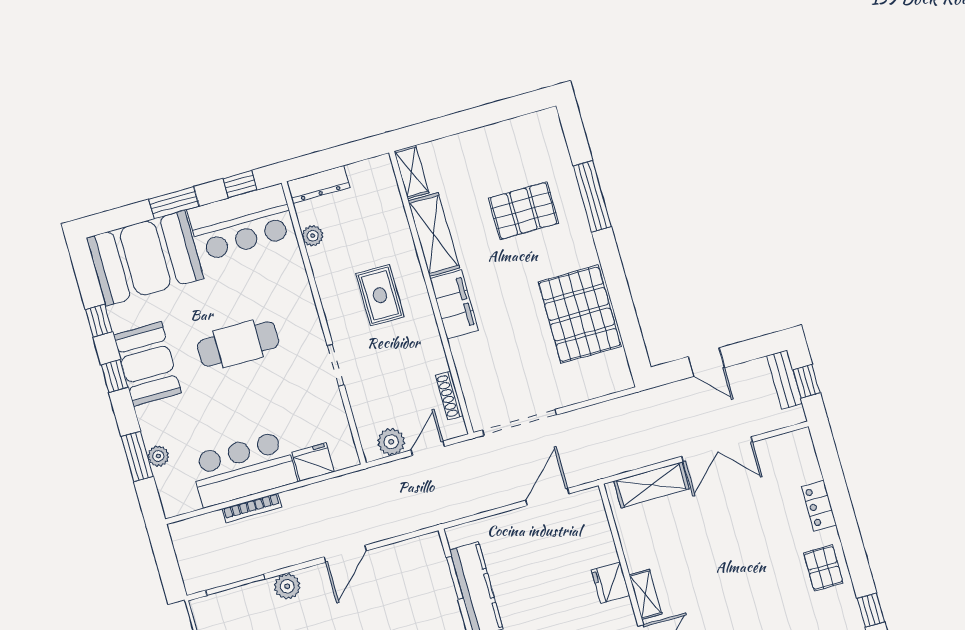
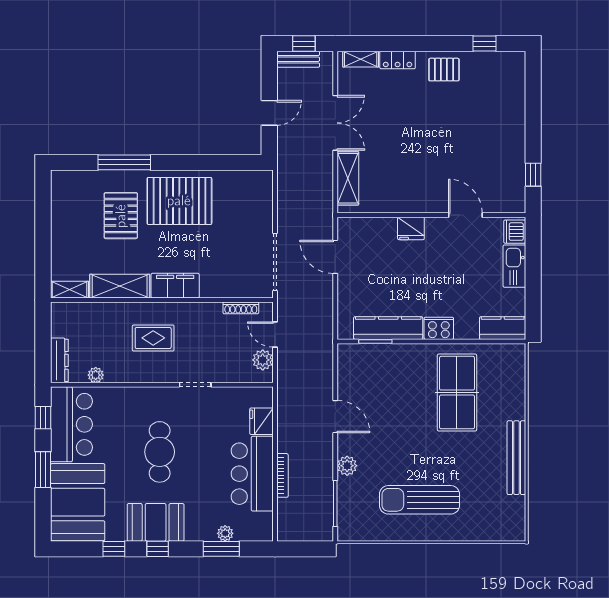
pallet: (580, 314) -> (179, 201), moved
shelving: (645, 594) -> (361, 59), moved

